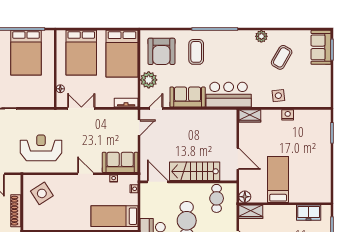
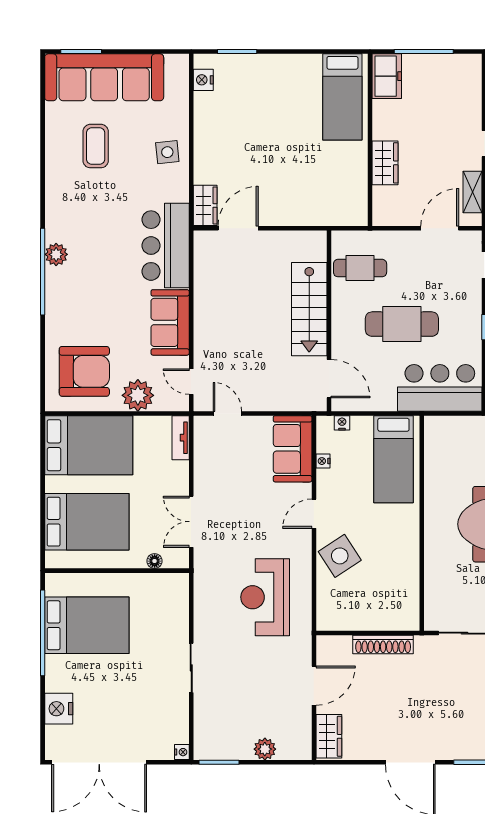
plant: (261, 36) -> (56, 254), moved
sofa: (321, 47) -> (104, 77), width x1.85, depth x1.27
coffee table: (196, 52) -> (85, 306), removed
coffee table: (282, 57) -> (96, 146), turned 60
nightstand: (288, 115) -> (203, 80), moved
door: (238, 159) -> (238, 228), moved
bed: (278, 179) -> (342, 97), moved, turned -90
door: (158, 182) -> (329, 379), swing flipped
side table: (42, 193) -> (340, 556), moved
floor lamp: (245, 197) -> (357, 215), removed
wardrobe: (251, 212) -> (385, 163), moved
freezer: (309, 213) -> (387, 76), moved

